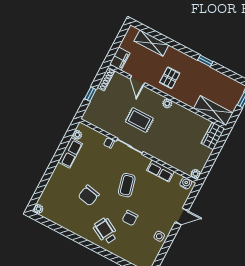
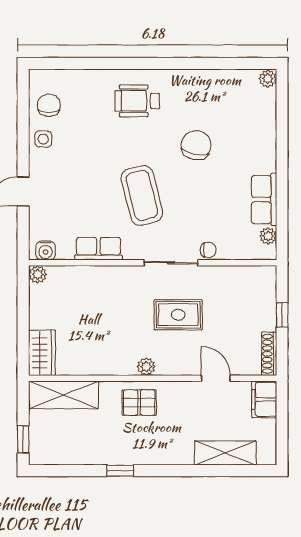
pallet: (170, 78) -> (139, 403), moved, turned 90
coffee table: (127, 185) -> (142, 195), width x1.36, depth x1.32
chair: (130, 218) -> (49, 105), moved
wheelchair: (105, 231) -> (137, 101), turned 151

